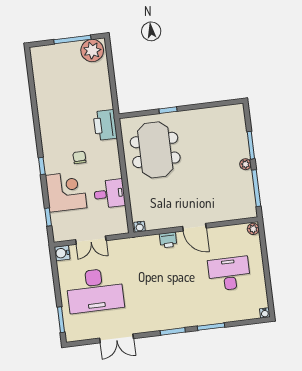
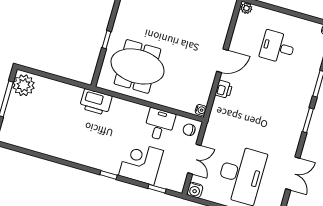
chair: (79, 157) -> (189, 130), moved
desk: (229, 274) -> (278, 47), width x0.73

